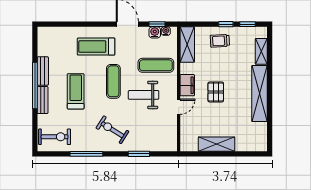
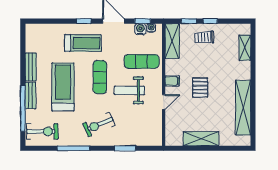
window: (97, 24) -> (84, 21), added
window: (247, 24) -> (189, 21), moved
treadmill: (96, 47) -> (83, 43), turned 180
filing cabinet: (187, 85) -> (172, 81), width x0.50
window: (35, 86) -> (23, 108), moved
treadmill: (76, 91) -> (63, 87), width x1.37, depth x1.38
shelving: (259, 93) -> (243, 108), moved
exercise bike: (112, 130) -> (99, 124), turned -55

